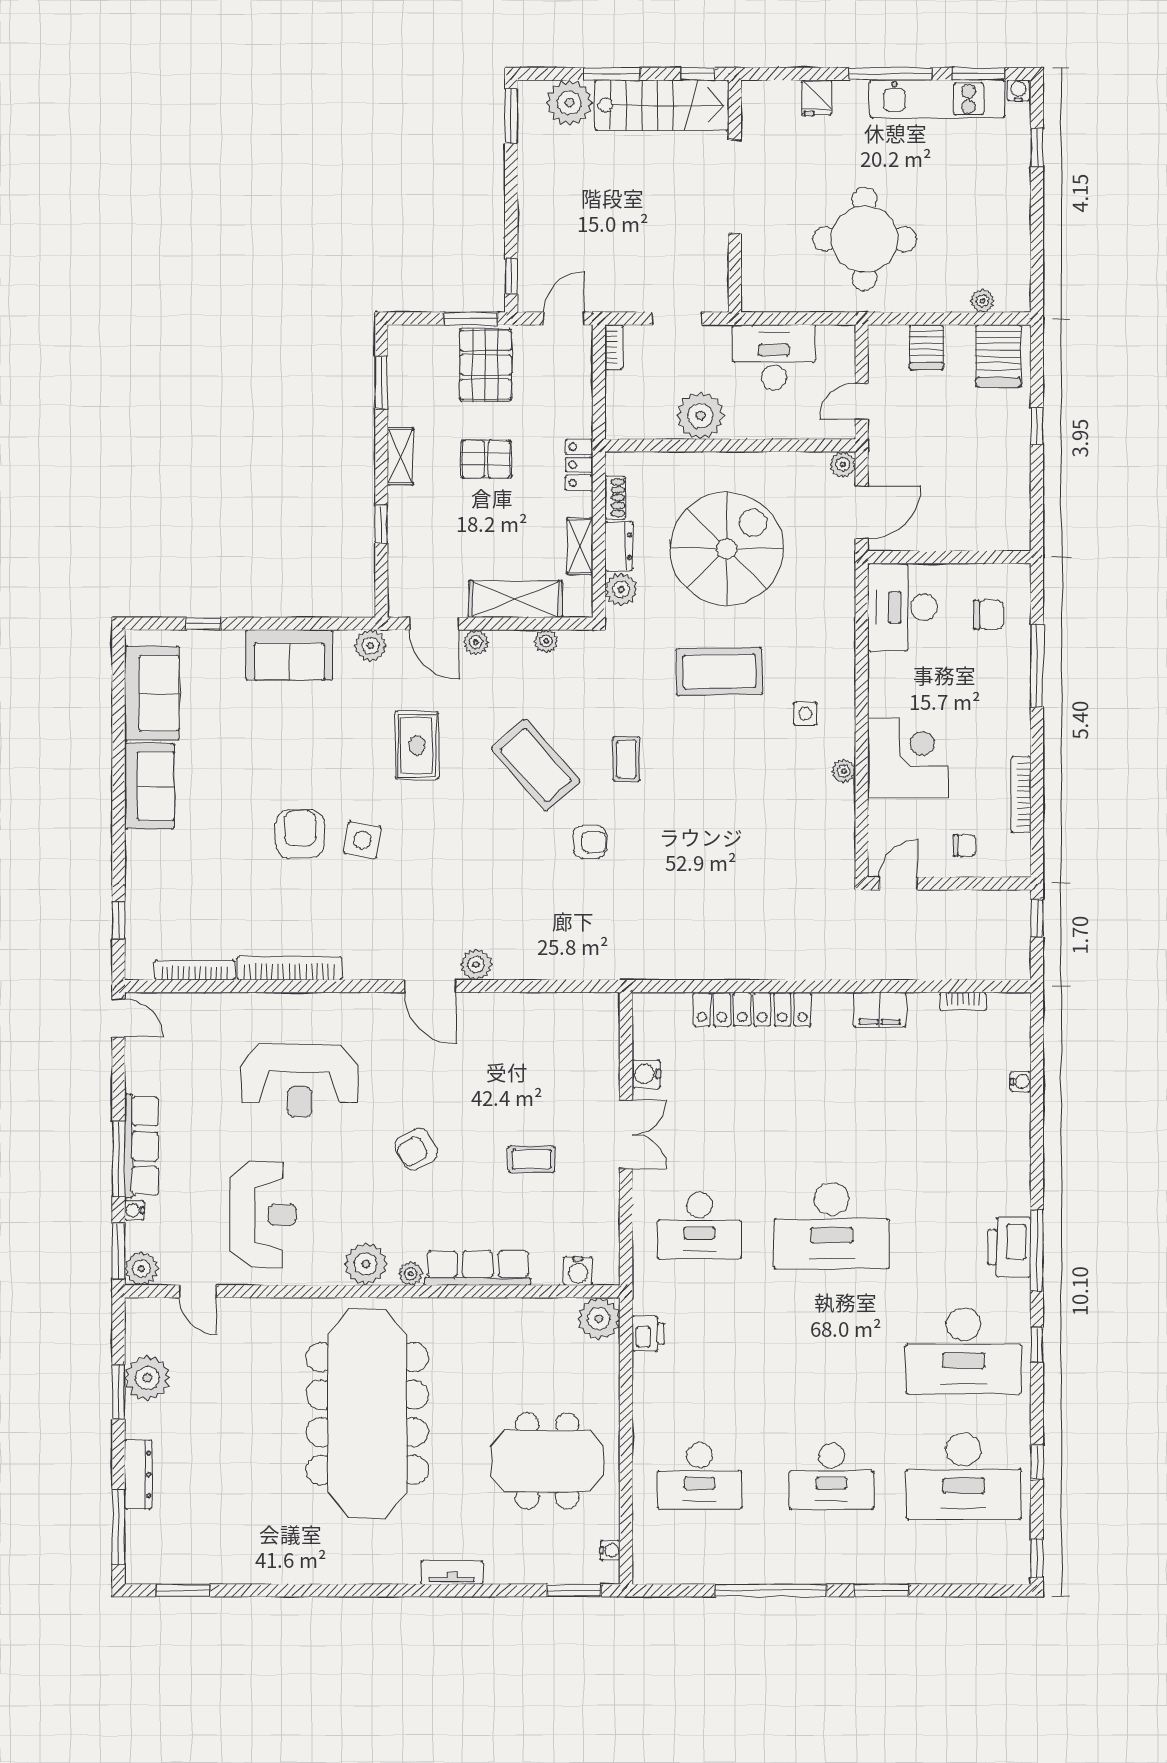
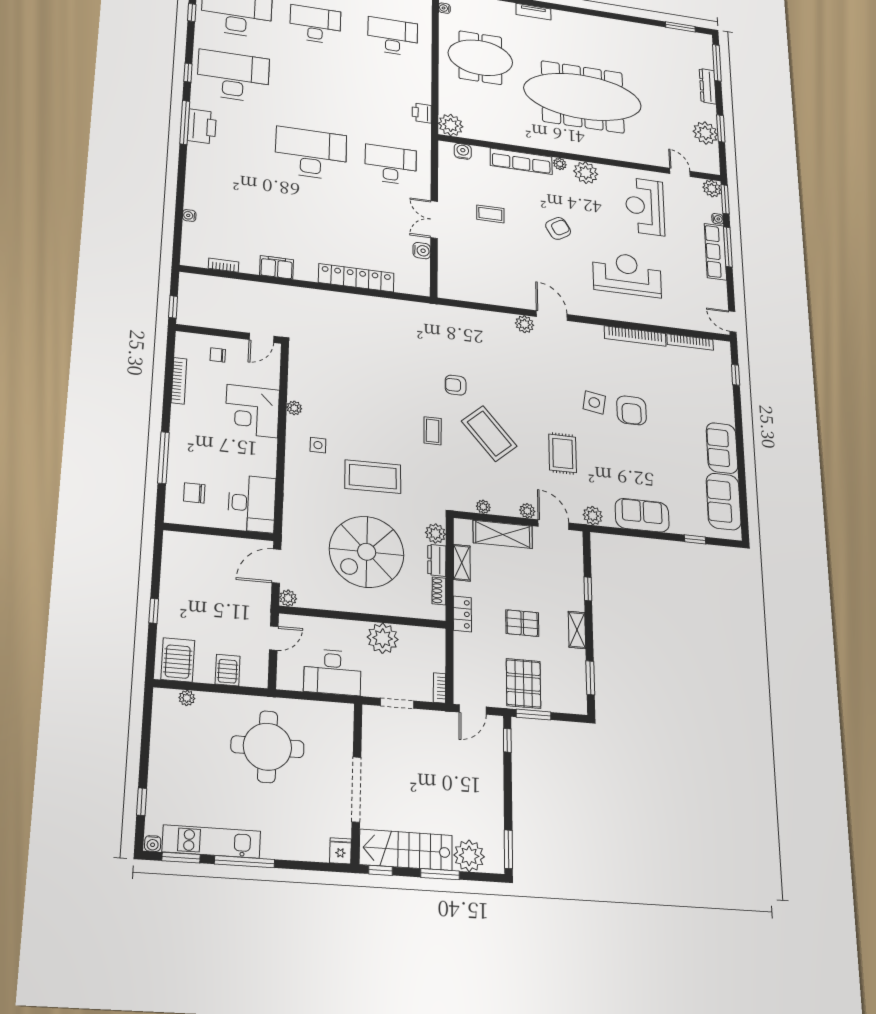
fridge: (817, 98) -> (340, 851), moved
meeting table: (367, 1413) -> (583, 97), turned 90

